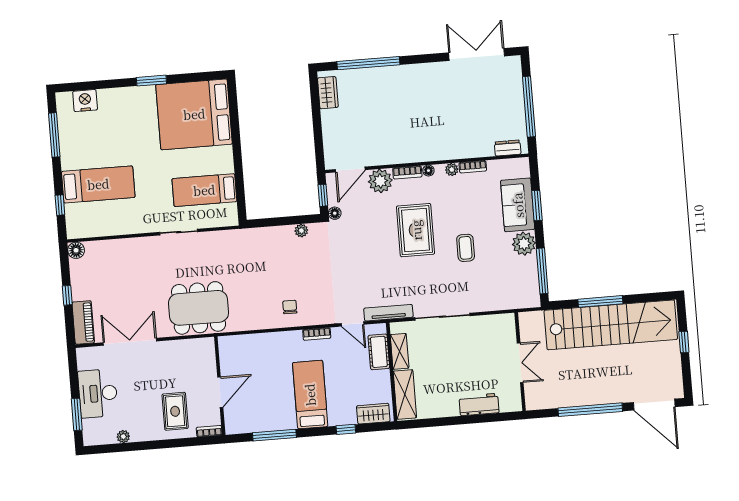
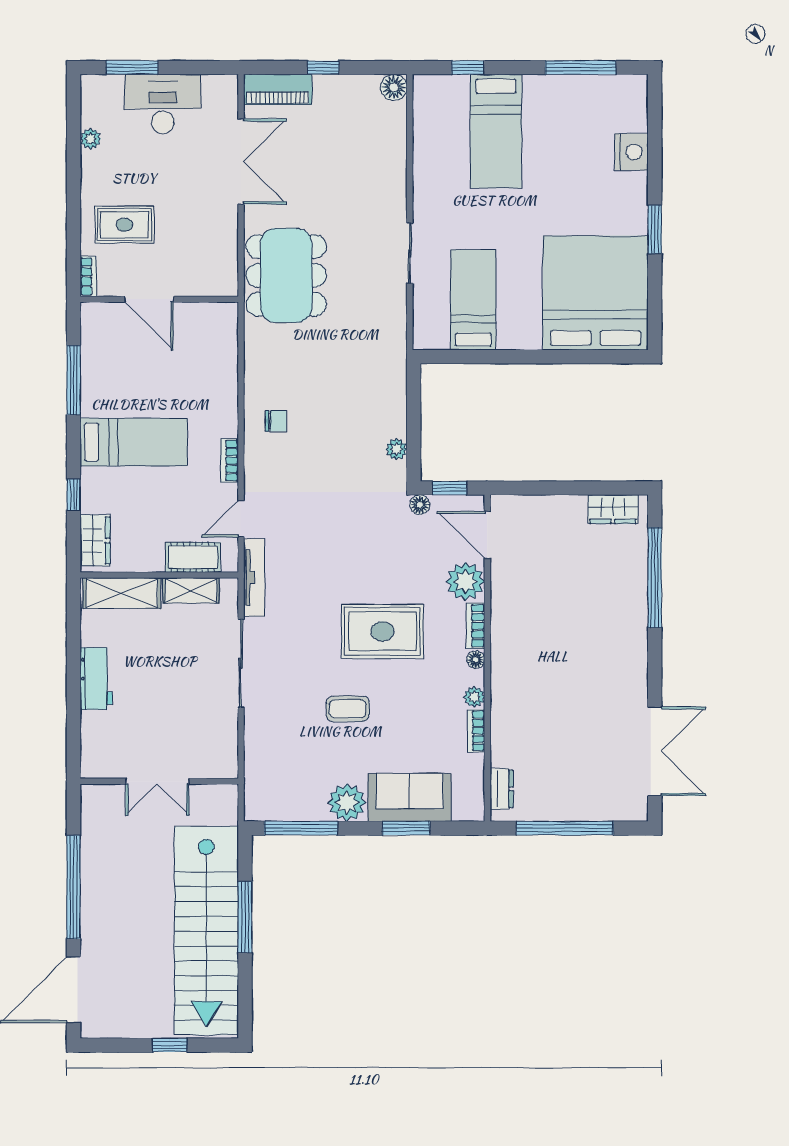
nightstand: (85, 101) -> (631, 152), moved
workbench: (479, 404) -> (96, 679), moved

